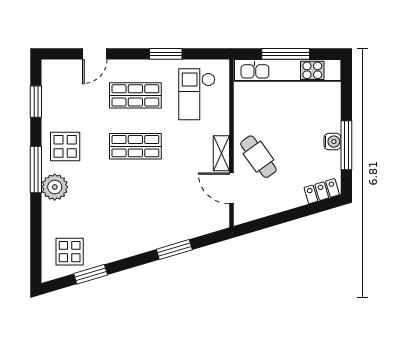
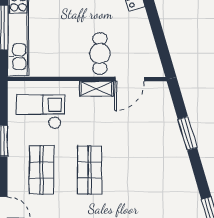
checkout: (197, 94) -> (41, 112), turned 180
cafe table: (258, 157) -> (100, 54), turned -54

